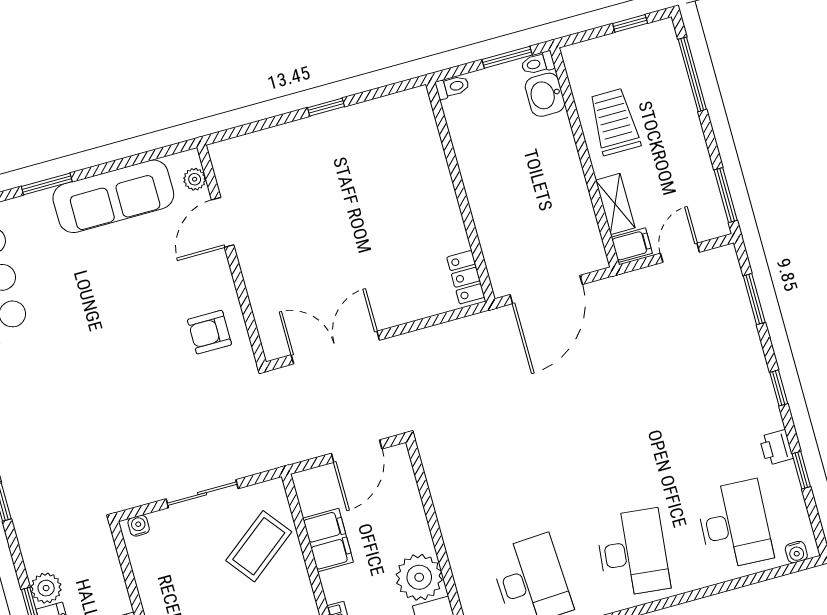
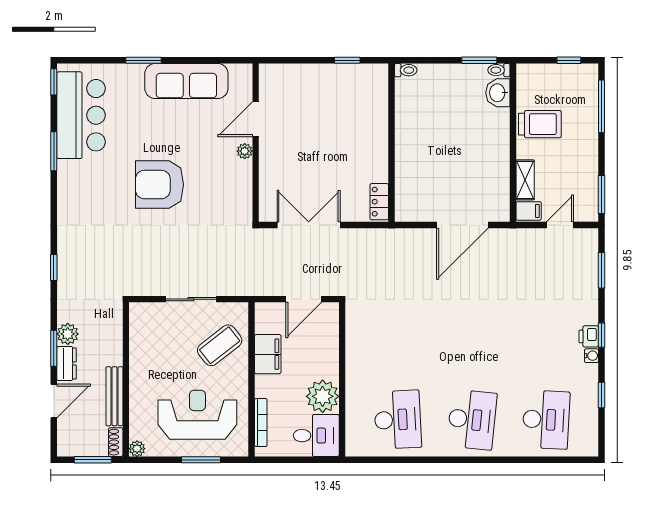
toilet: (452, 87) -> (406, 70), moved
trolley: (614, 122) -> (540, 124), turned 90
plant: (195, 179) -> (245, 151), moved
wall: (460, 192) -> (392, 143), moved
locker: (466, 277) -> (379, 202), moved
armchair: (209, 332) -> (159, 185), moved, width x1.88, depth x1.88
printer: (776, 447) -> (589, 336), moved
water cooler: (139, 526) -> (142, 309), removed
water cooler: (796, 552) -> (592, 356), moved, turned -90

